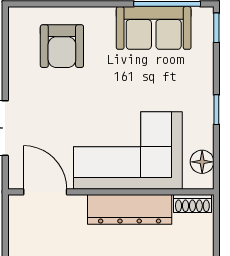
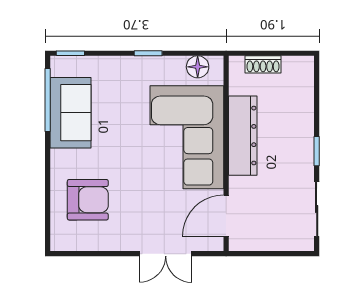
shoe rack: (192, 204) -> (263, 64), moved, turned 90

